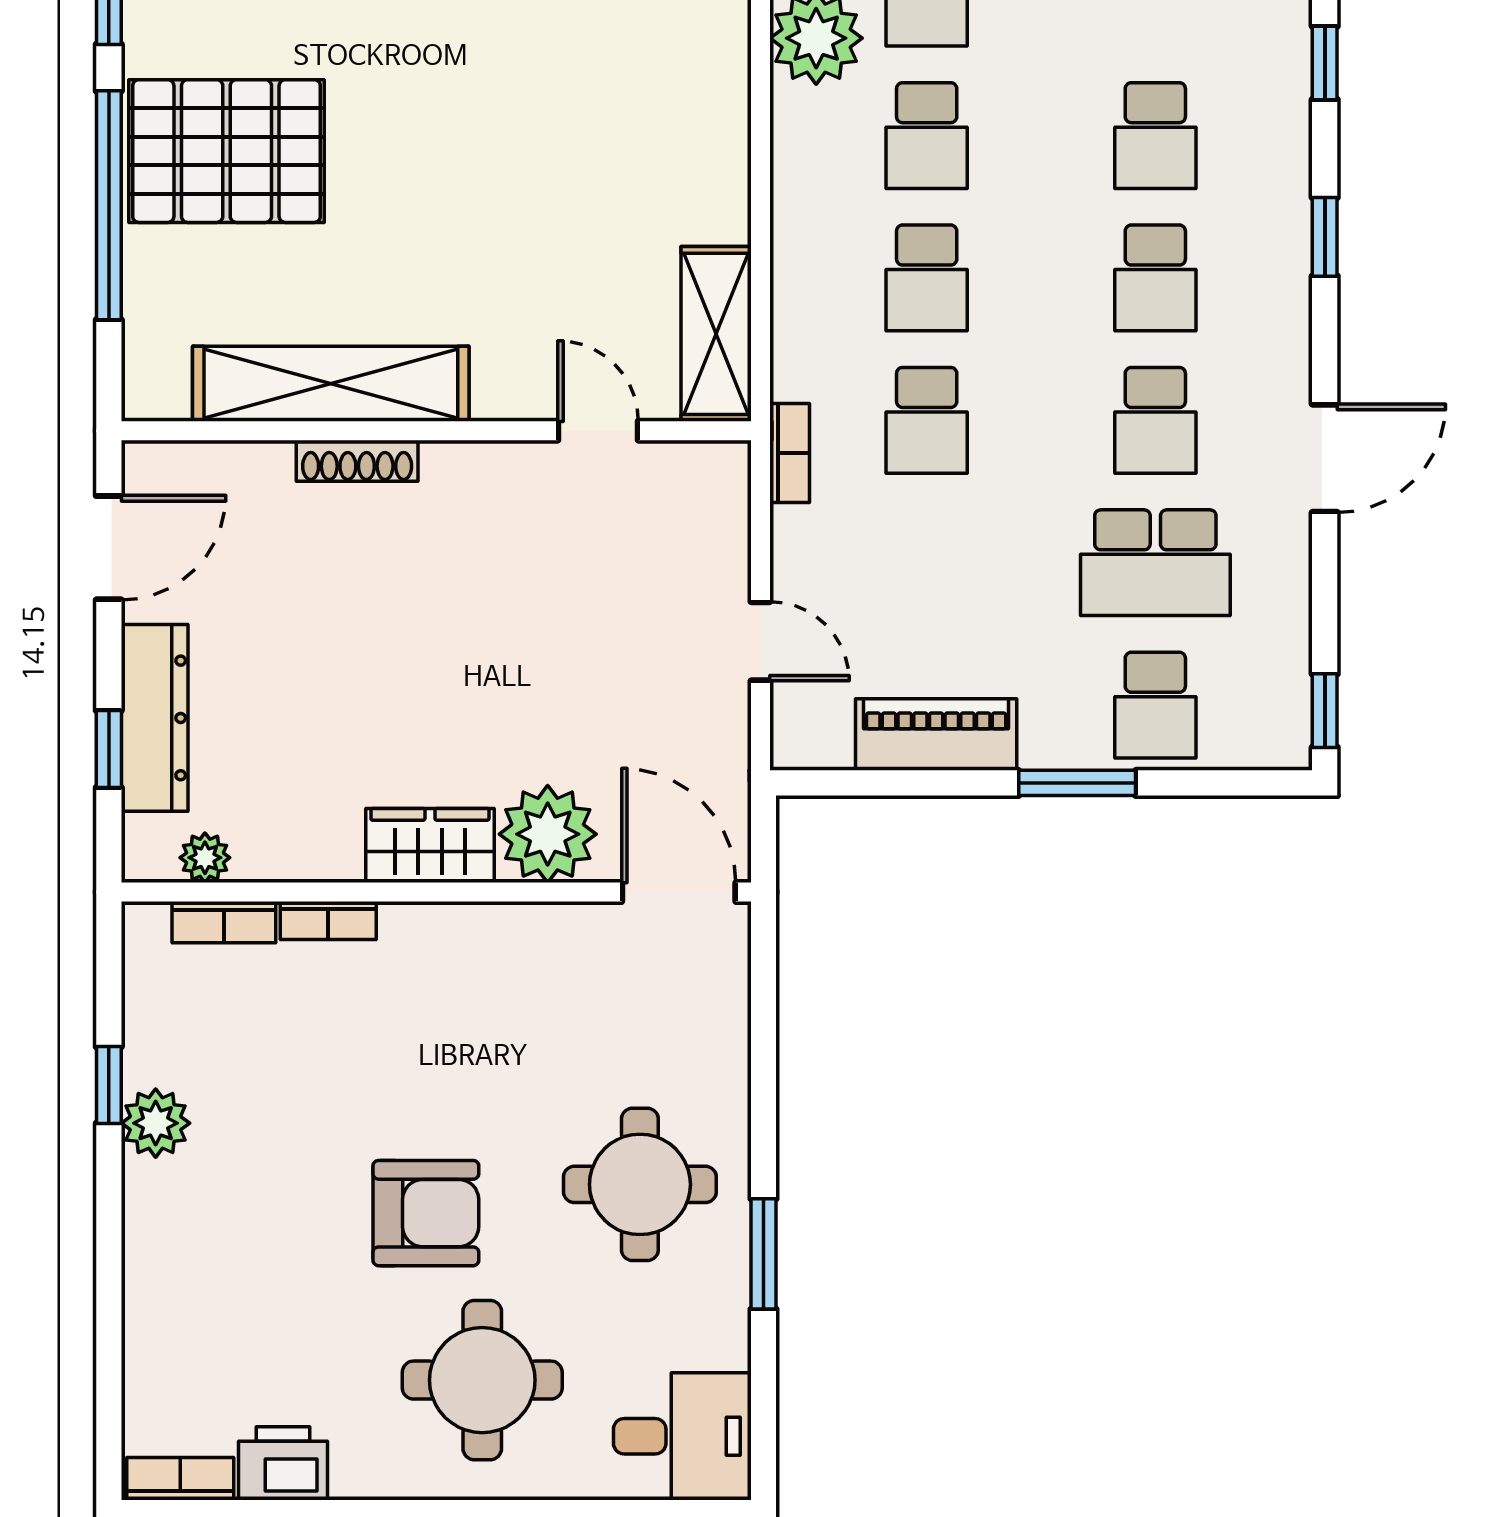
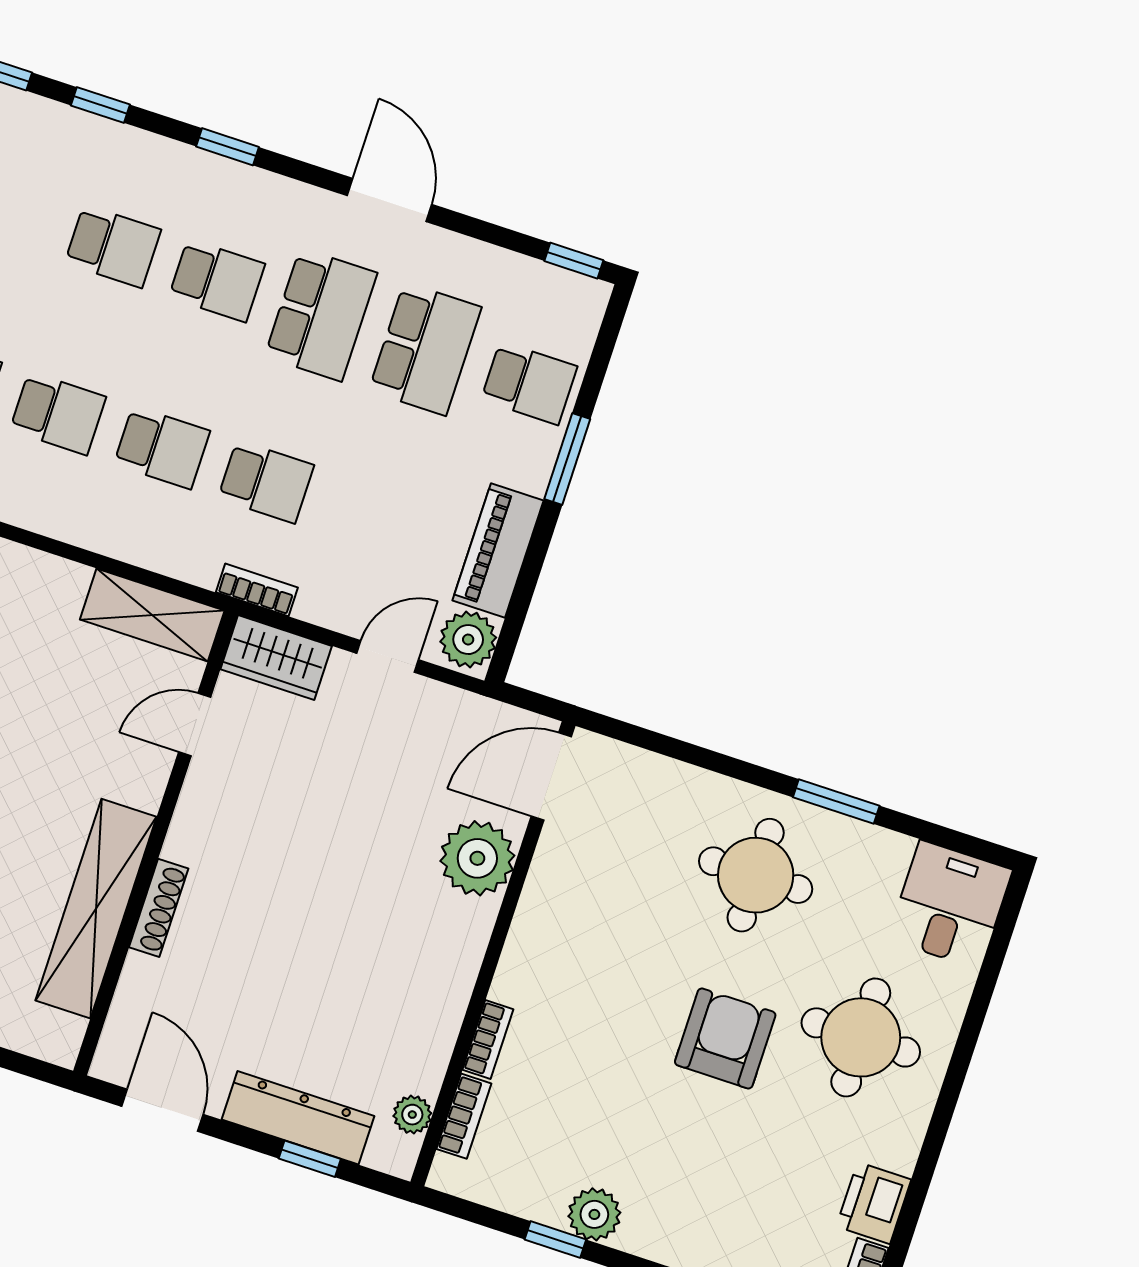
school desk: (1155, 420) -> (321, 315), width x1.85
plant: (814, 734) -> (468, 640), added
wardrobe: (430, 846) -> (276, 658), moved, turned -90

